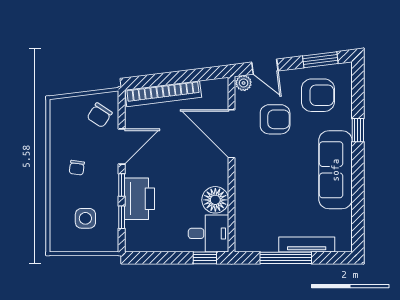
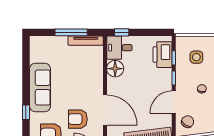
printer: (139, 199) -> (163, 55), moved
tv unit: (307, 245) -> (86, 41), moved

